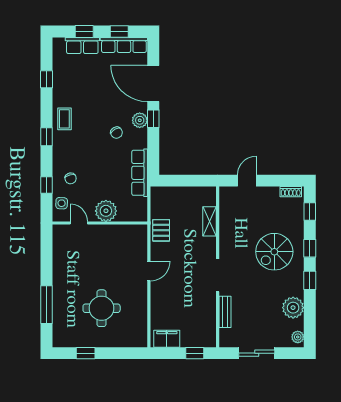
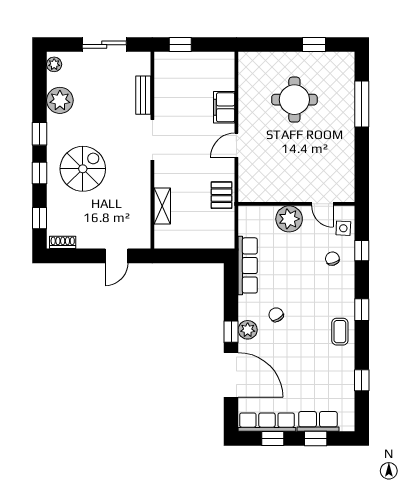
filing cabinet: (167, 339) -> (224, 107), moved, turned 90

